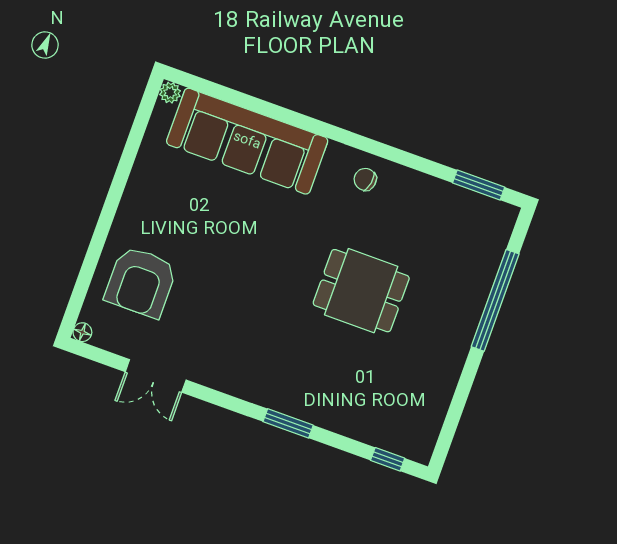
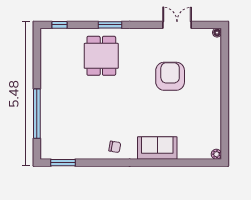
sofa: (247, 141) -> (157, 148), width x0.54, depth x0.79
armchair: (141, 282) -> (170, 76), moved
dining table: (361, 291) -> (101, 56), moved, turned 90

